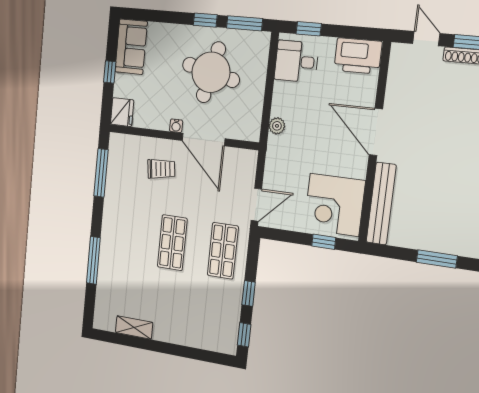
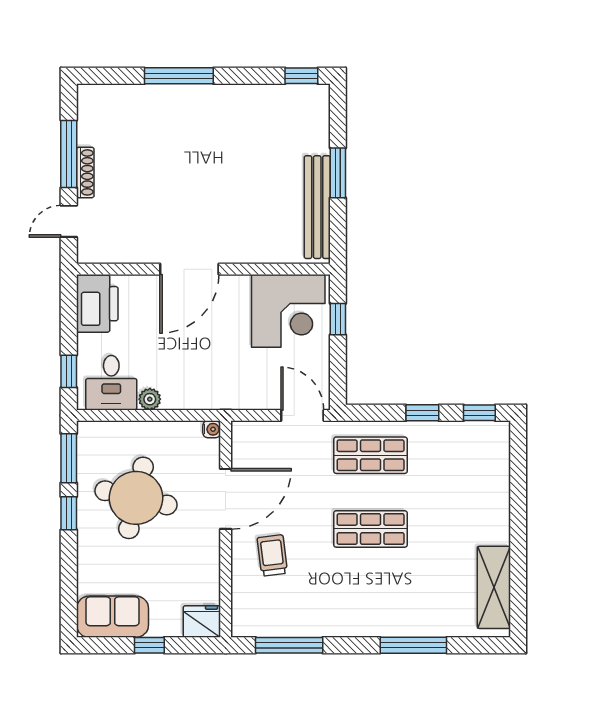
water cooler: (176, 126) -> (212, 429), moved
plant: (277, 126) -> (150, 399), moved
bench: (381, 204) -> (317, 207), moved, turned 90
shelving: (134, 327) -> (494, 587), width x1.50, depth x1.33

